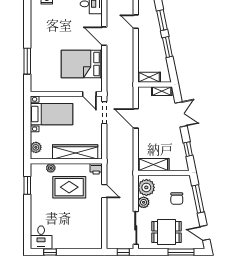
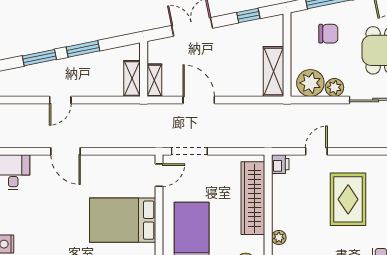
door: (136, 22) -> (60, 100), moved
door: (104, 36) -> (66, 151), hinge flipped
bed: (82, 64) -> (123, 220), moved, turned 90
shelving: (162, 91) -> (154, 80), moved
door: (136, 118) -> (199, 100), swing flipped
rug: (69, 187) -> (348, 199), moved

